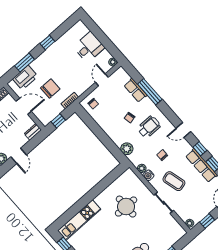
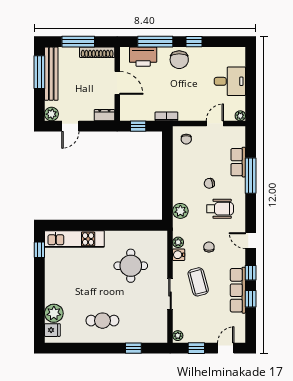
window: (25, 63) -> (155, 42), width x1.44
chair: (50, 88) -> (179, 60), moved, turned 90

